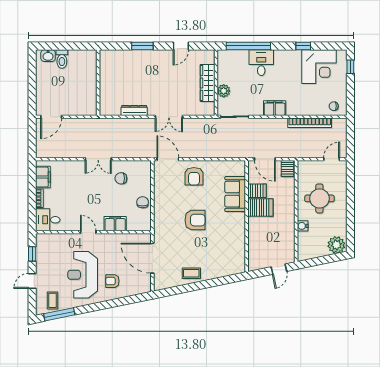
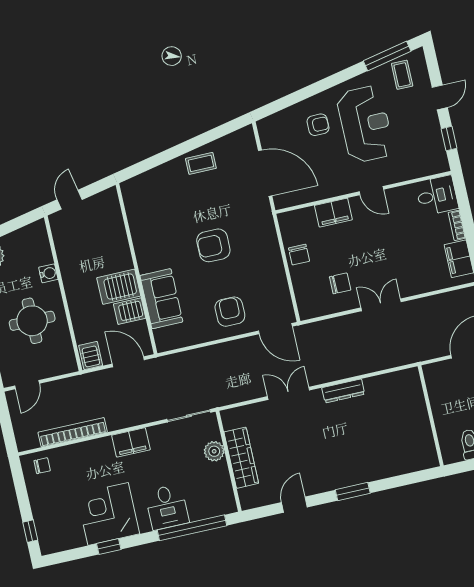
corner desk: (319, 67) -> (108, 514), moved
wall: (98, 83) -> (431, 416), moved

